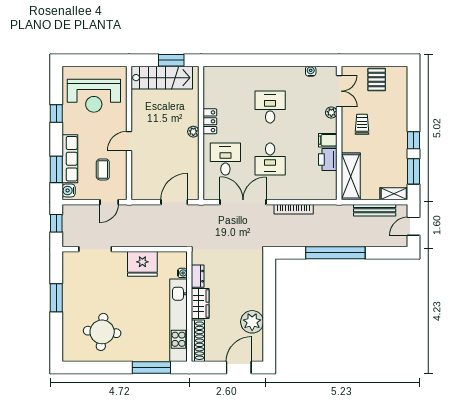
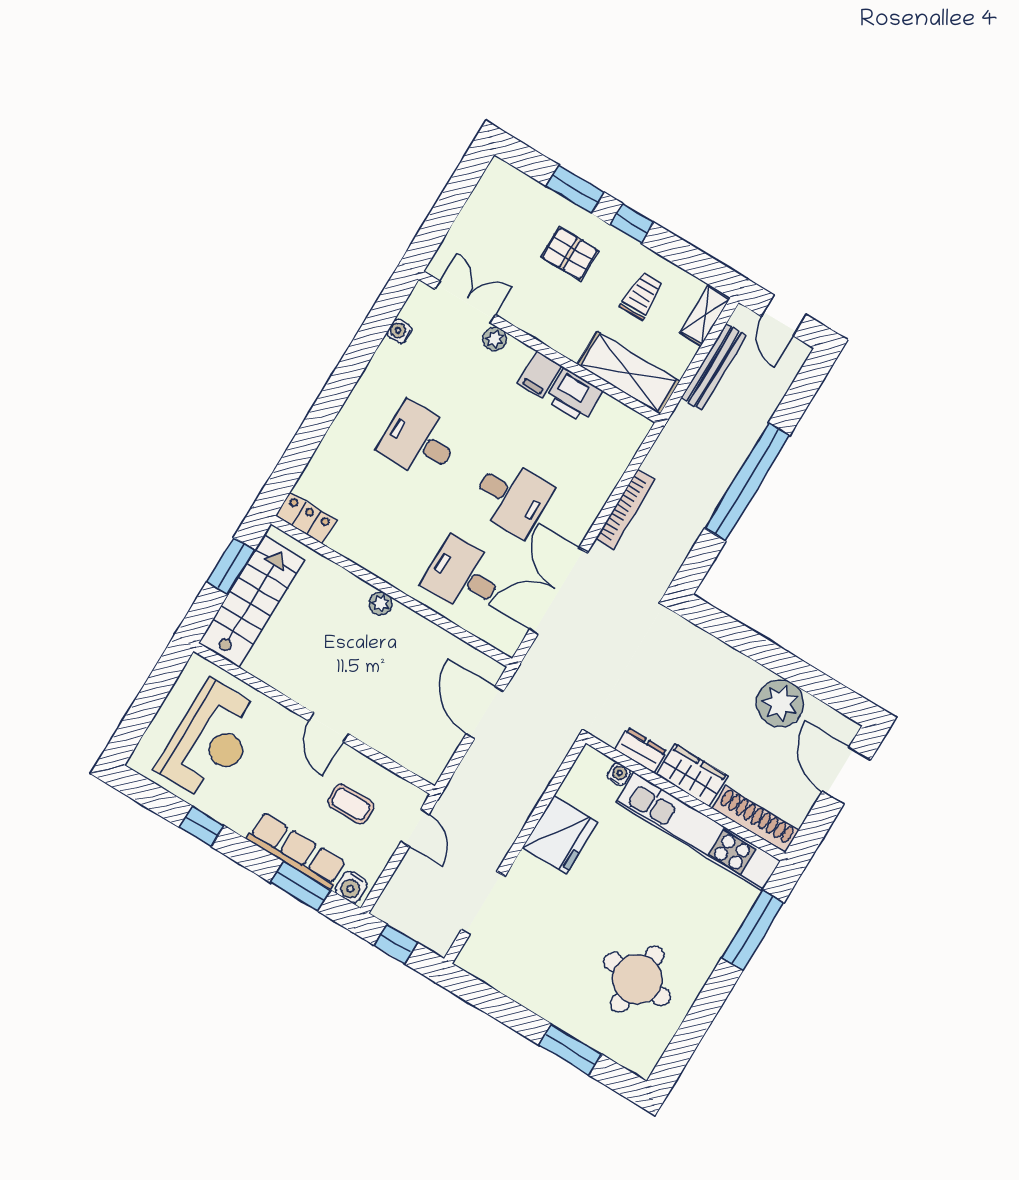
pallet: (377, 79) -> (570, 254), moved
locker: (210, 121) -> (306, 518), moved
trolley: (362, 124) -> (642, 296), moved, turned 90
window: (413, 171) -> (575, 189), moved
window: (56, 298) -> (570, 1050), moved

